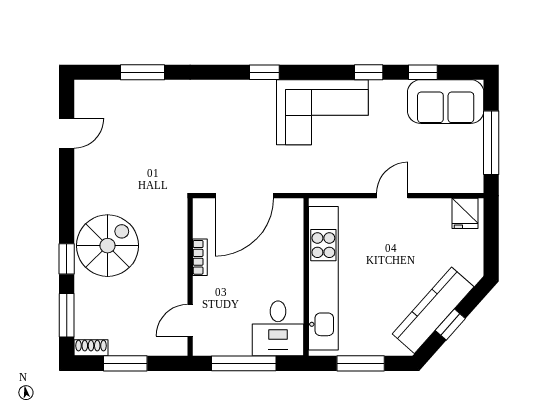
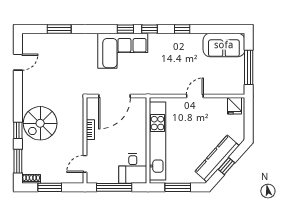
window: (423, 72) -> (150, 29), moved
corner sofa: (322, 112) -> (123, 51), moved
spiral stairs: (108, 246) -> (40, 123), turned 180

